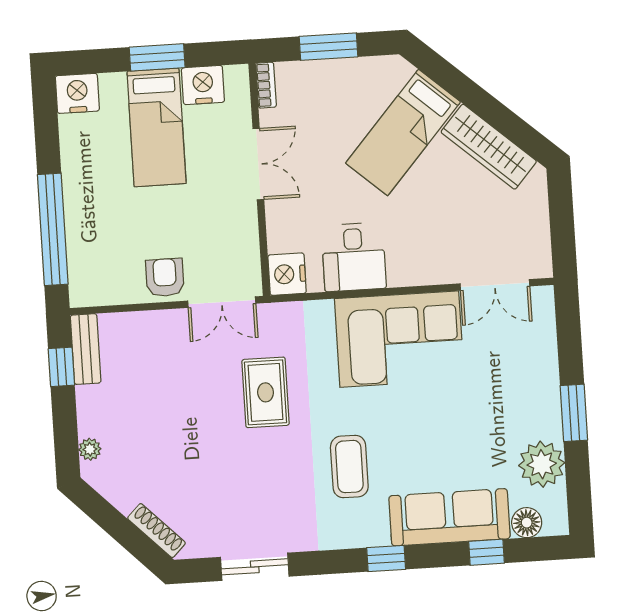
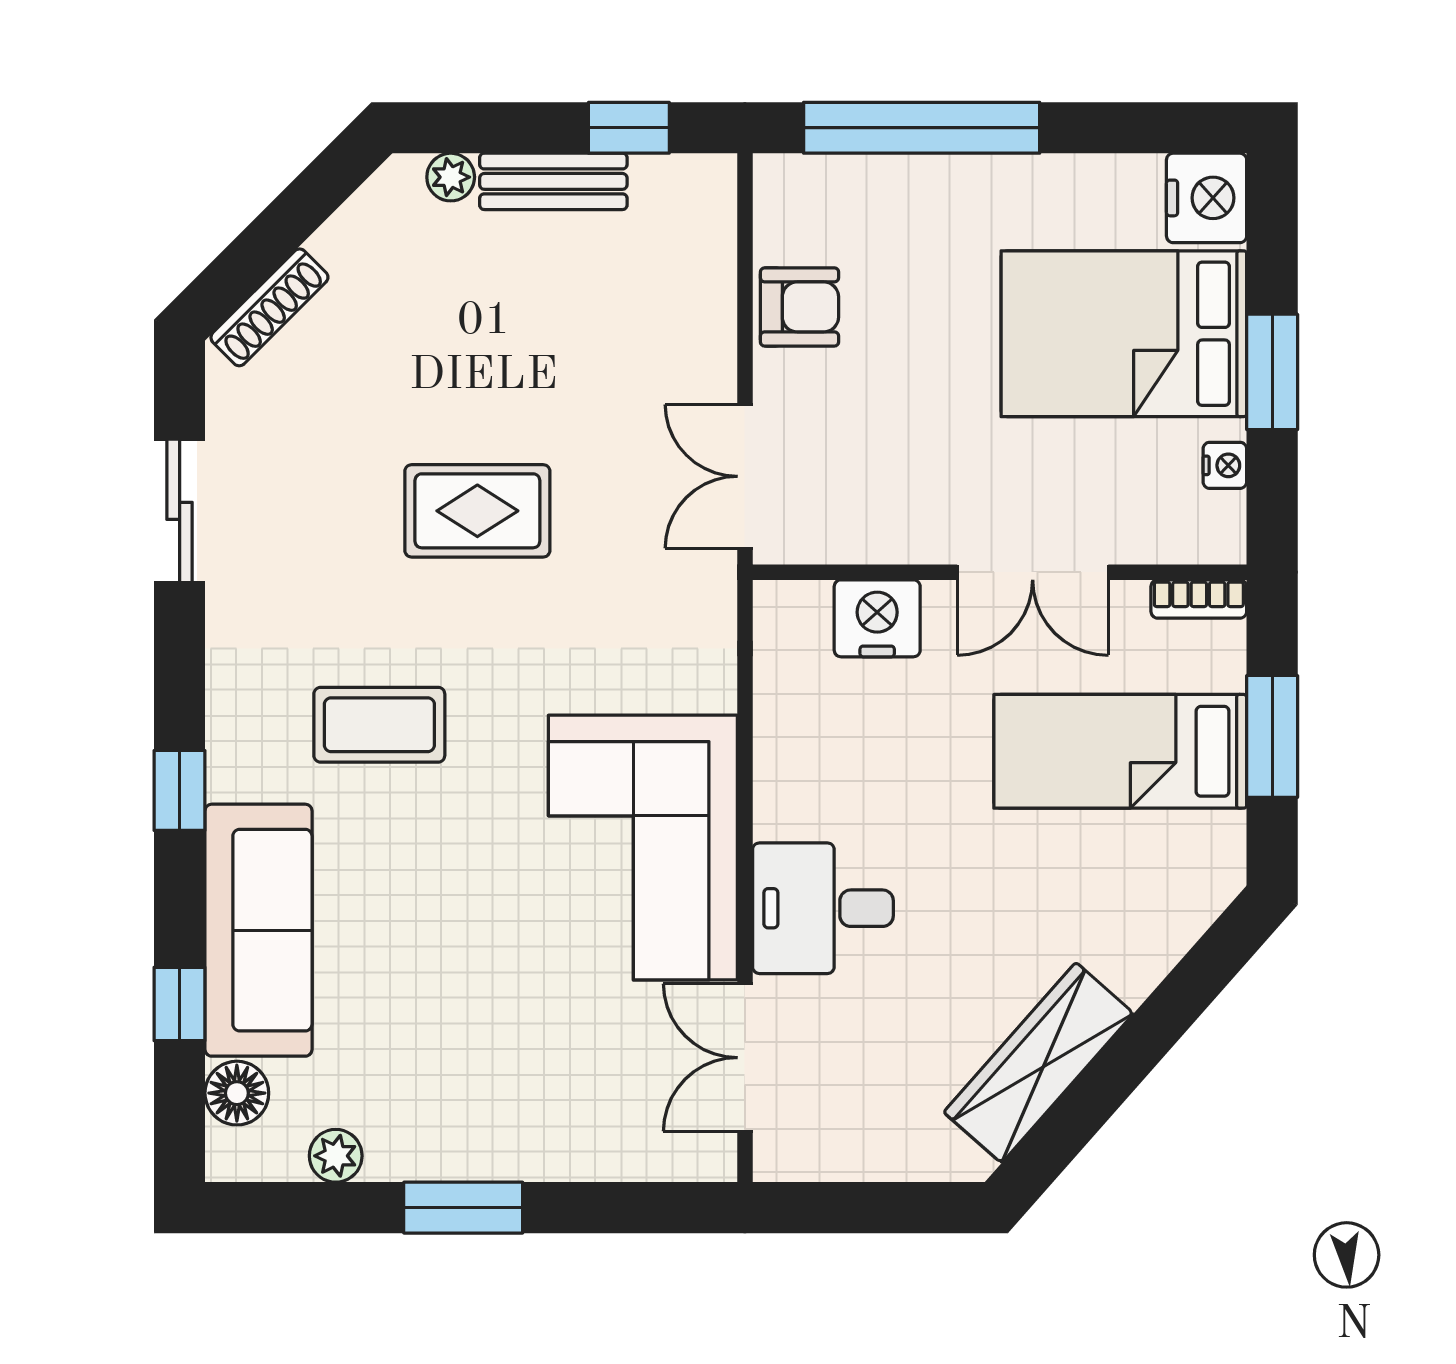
nightstand: (203, 85) -> (1225, 465), width x0.53, depth x0.56
bed: (157, 127) -> (1124, 334), width x1.50
bed: (403, 132) -> (1120, 751), moved, turned -41
desk: (354, 257) -> (823, 908), moved
nightstand: (287, 274) -> (877, 618), moved
armchair: (165, 277) -> (800, 307), moved
bench: (86, 349) -> (553, 181), moved
rug: (266, 392) -> (477, 511), moved
plant: (542, 464) -> (336, 1156), width x0.53, depth x0.53

